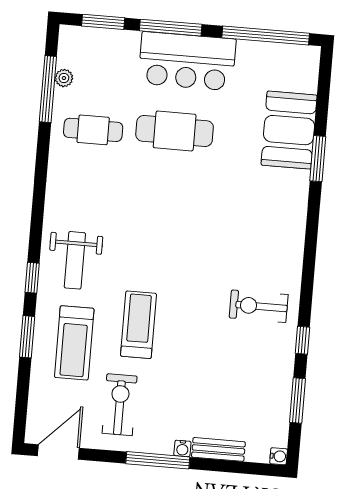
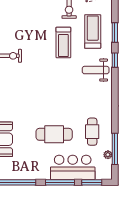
bar counter: (187, 61) -> (73, 167), moved
cafe table: (93, 130) -> (92, 132), turned 90
weight bench: (75, 260) -> (96, 70), turned -90

